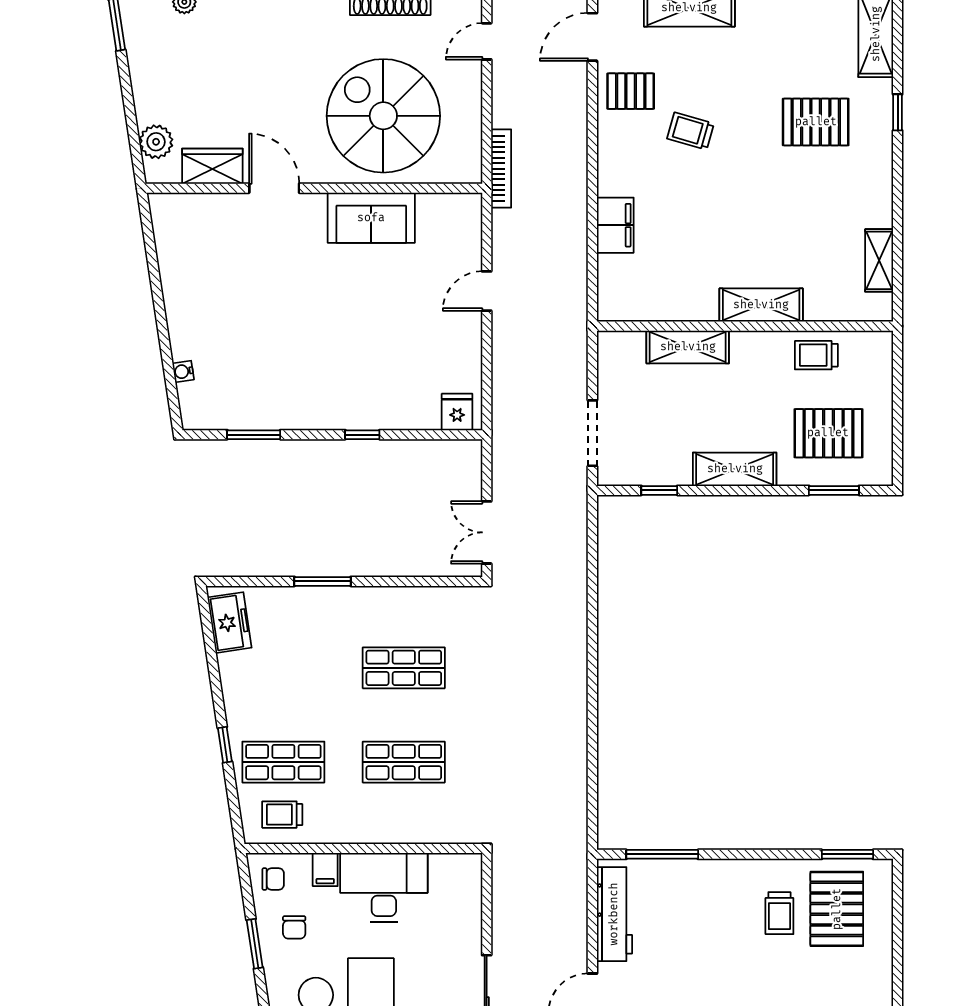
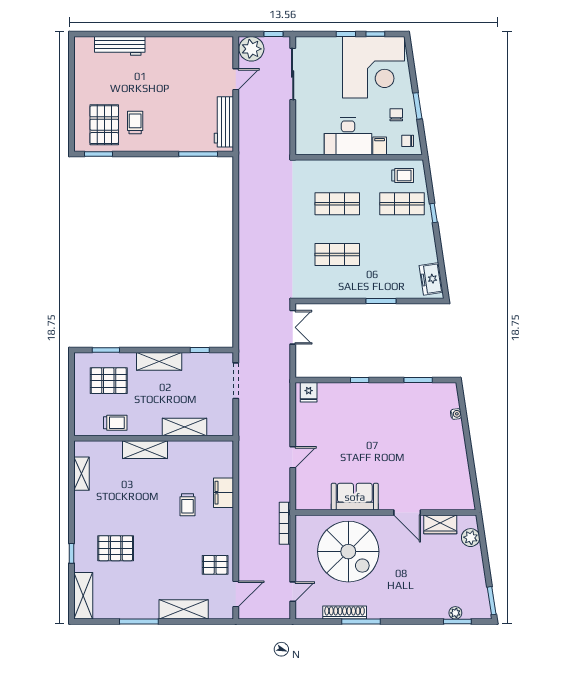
trolley: (691, 131) -> (187, 505), moved, turned 74

